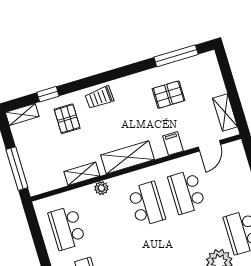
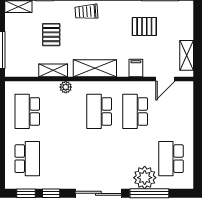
pallet: (67, 119) -> (51, 35), moved
school desk: (147, 204) -> (99, 111), turned 180

